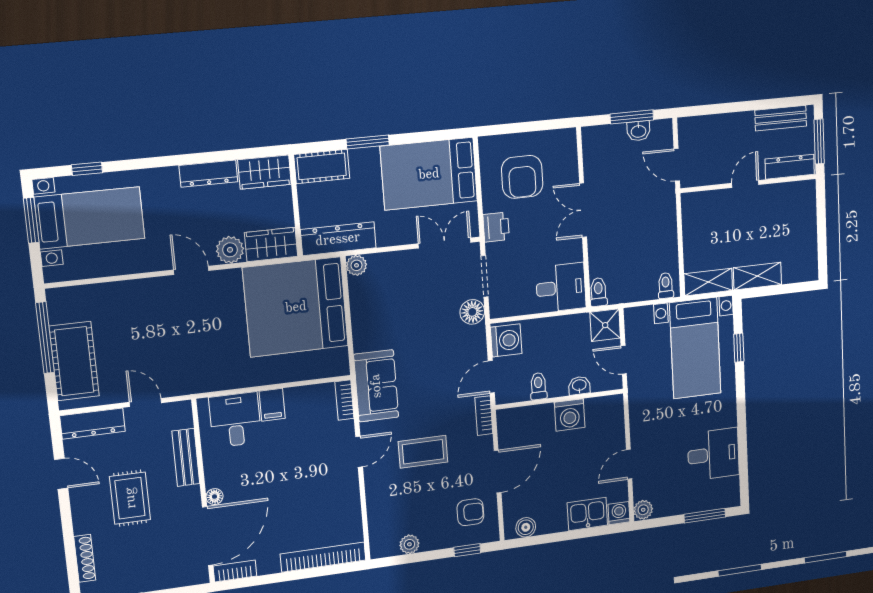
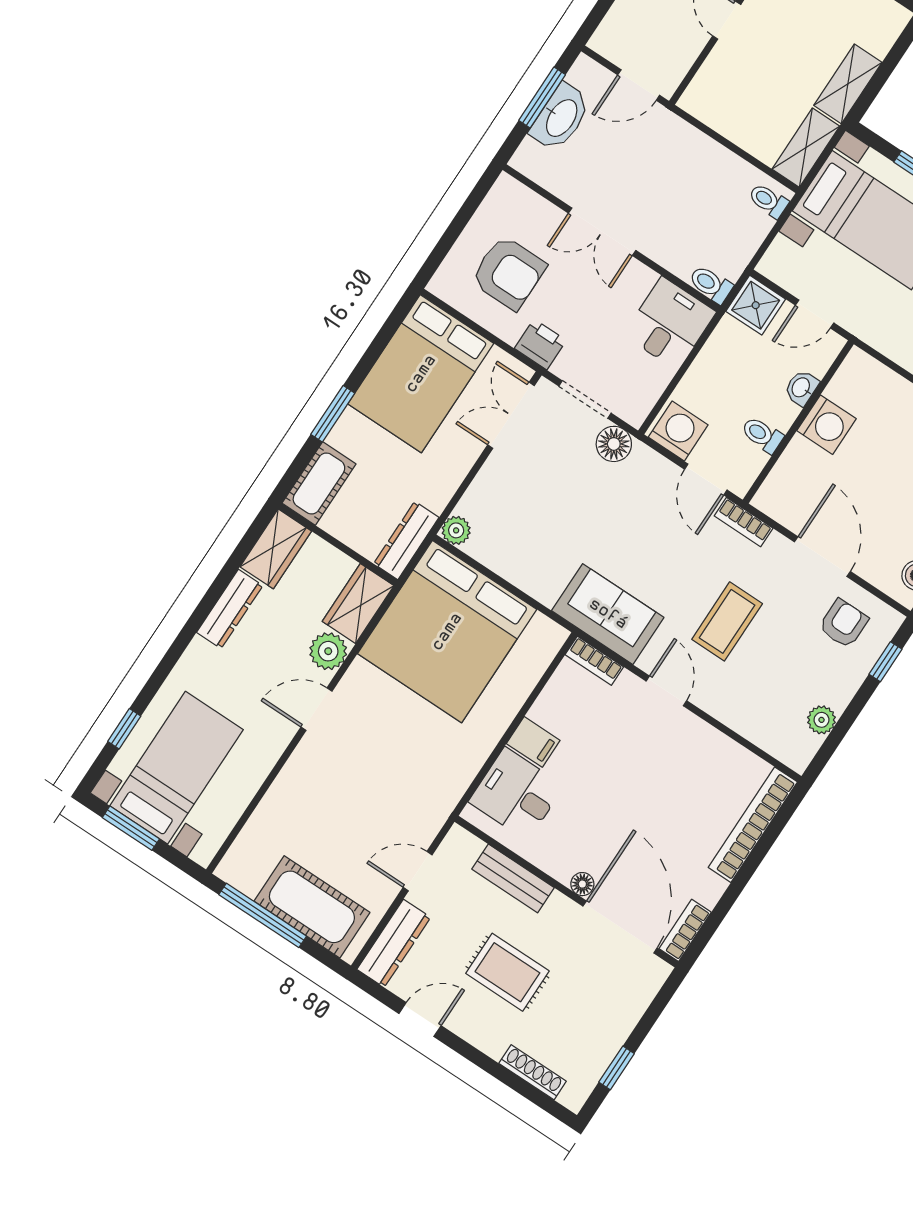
washbasin: (638, 131) -> (561, 117), width x1.91, depth x1.45
dresser: (338, 239) -> (406, 541), width x0.73, depth x0.80

